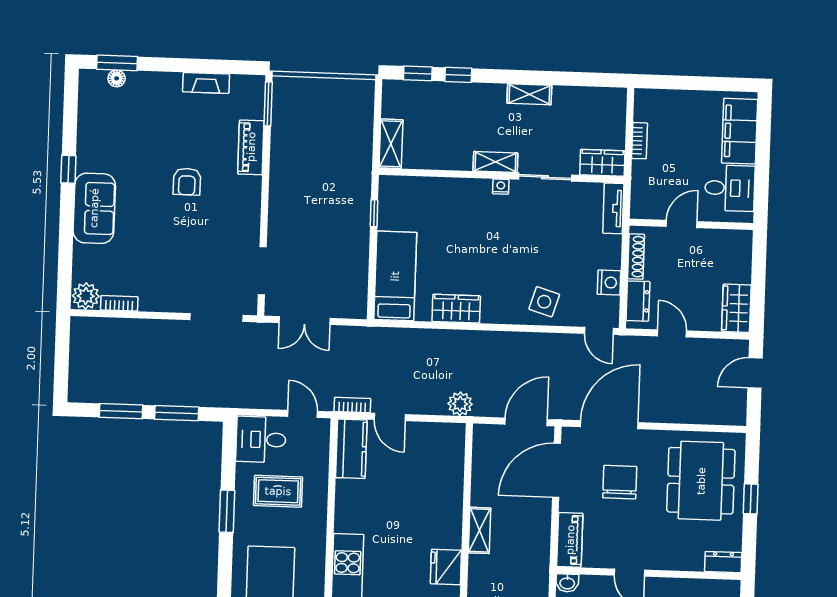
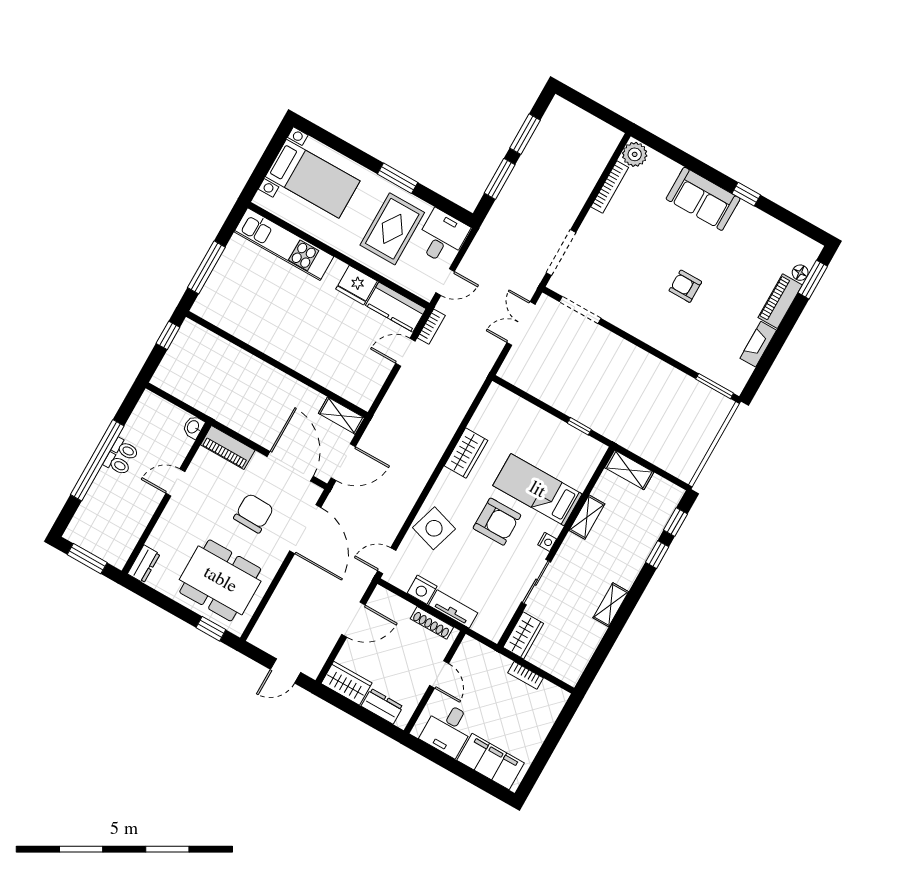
piano: (251, 147) -> (780, 301), moved, turned -90
shelving: (495, 162) -> (587, 517), moved
tv unit: (613, 208) -> (453, 609), moved
armchair: (506, 245) -> (497, 522), added
bed: (395, 276) -> (537, 490), moved, turned 180
dresser: (638, 301) -> (382, 706), moved, turned 180
side table: (544, 302) -> (434, 528), width x1.37, depth x1.37
bookcase: (119, 303) -> (610, 187), width x1.56
door: (672, 333) -> (353, 620), width x1.38
door: (755, 373) -> (285, 671), swing flipped
plant: (460, 404) -> (386, 416), removed
door: (526, 422) -> (343, 462), hinge flipped
chair: (620, 482) -> (254, 513), turned -89
rug: (278, 491) -> (392, 229), width x1.36, depth x1.43
window: (751, 499) -> (211, 629), moved
shelving: (480, 530) -> (341, 416), moved
fridge: (446, 567) -> (356, 285), moved, turned 180

